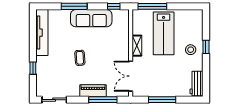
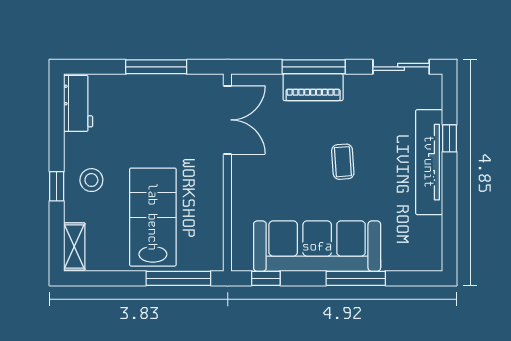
sofa: (91, 18) -> (317, 246), width x1.36, depth x1.27
tv unit: (42, 33) -> (429, 162), moved
shelving: (137, 46) -> (74, 247), moved
window: (103, 100) -> (314, 67), moved

